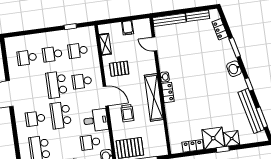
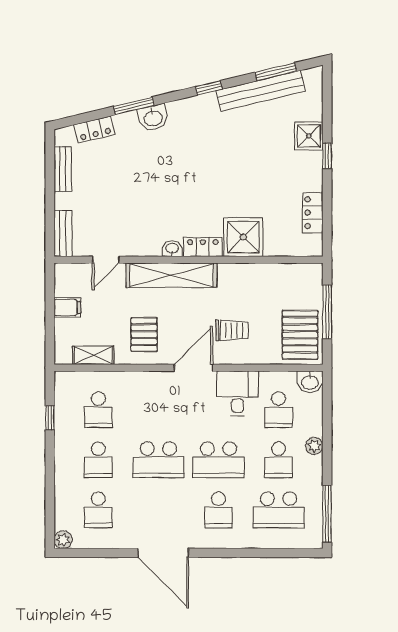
bench: (169, 20) -> (63, 233), width x0.73
plant: (9, 42) -> (63, 540), added
washbasin: (234, 69) -> (153, 118), moved
school desk: (82, 81) -> (279, 460), moved
shelving: (154, 97) -> (172, 275), moved
shower: (213, 138) -> (243, 237), moved

